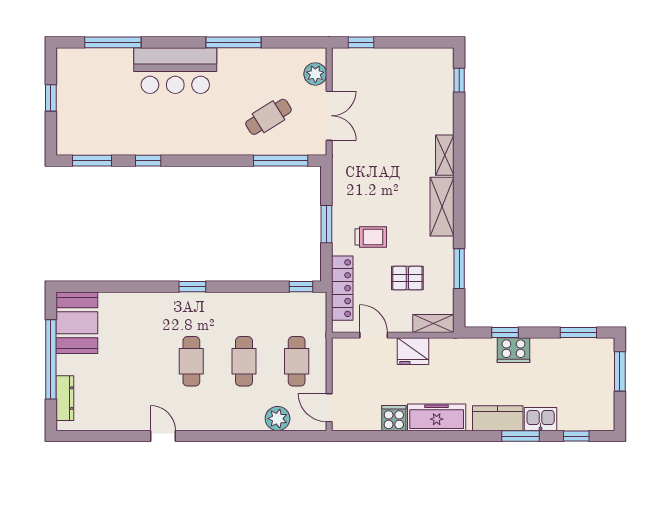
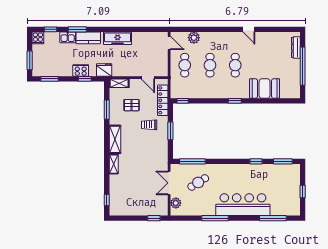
bar counter: (175, 71) -> (243, 205), width x1.36
booth: (77, 323) -> (265, 89), moved, turned 90
fridge: (413, 351) -> (104, 70), moved
cooker: (394, 418) -> (38, 38), moved

